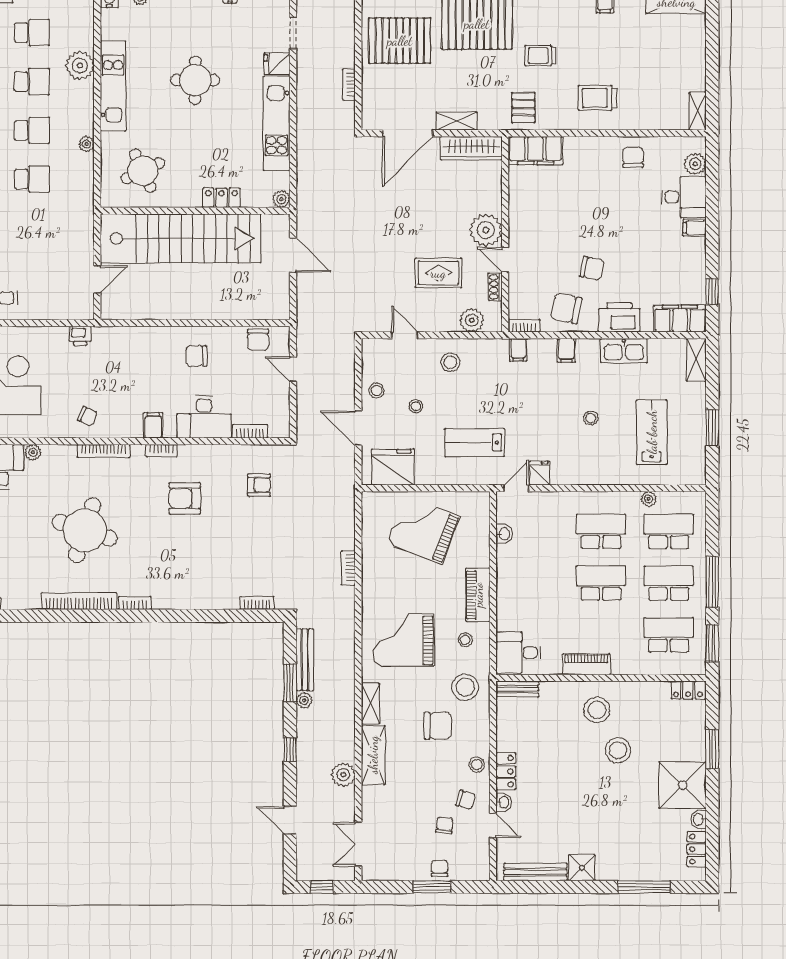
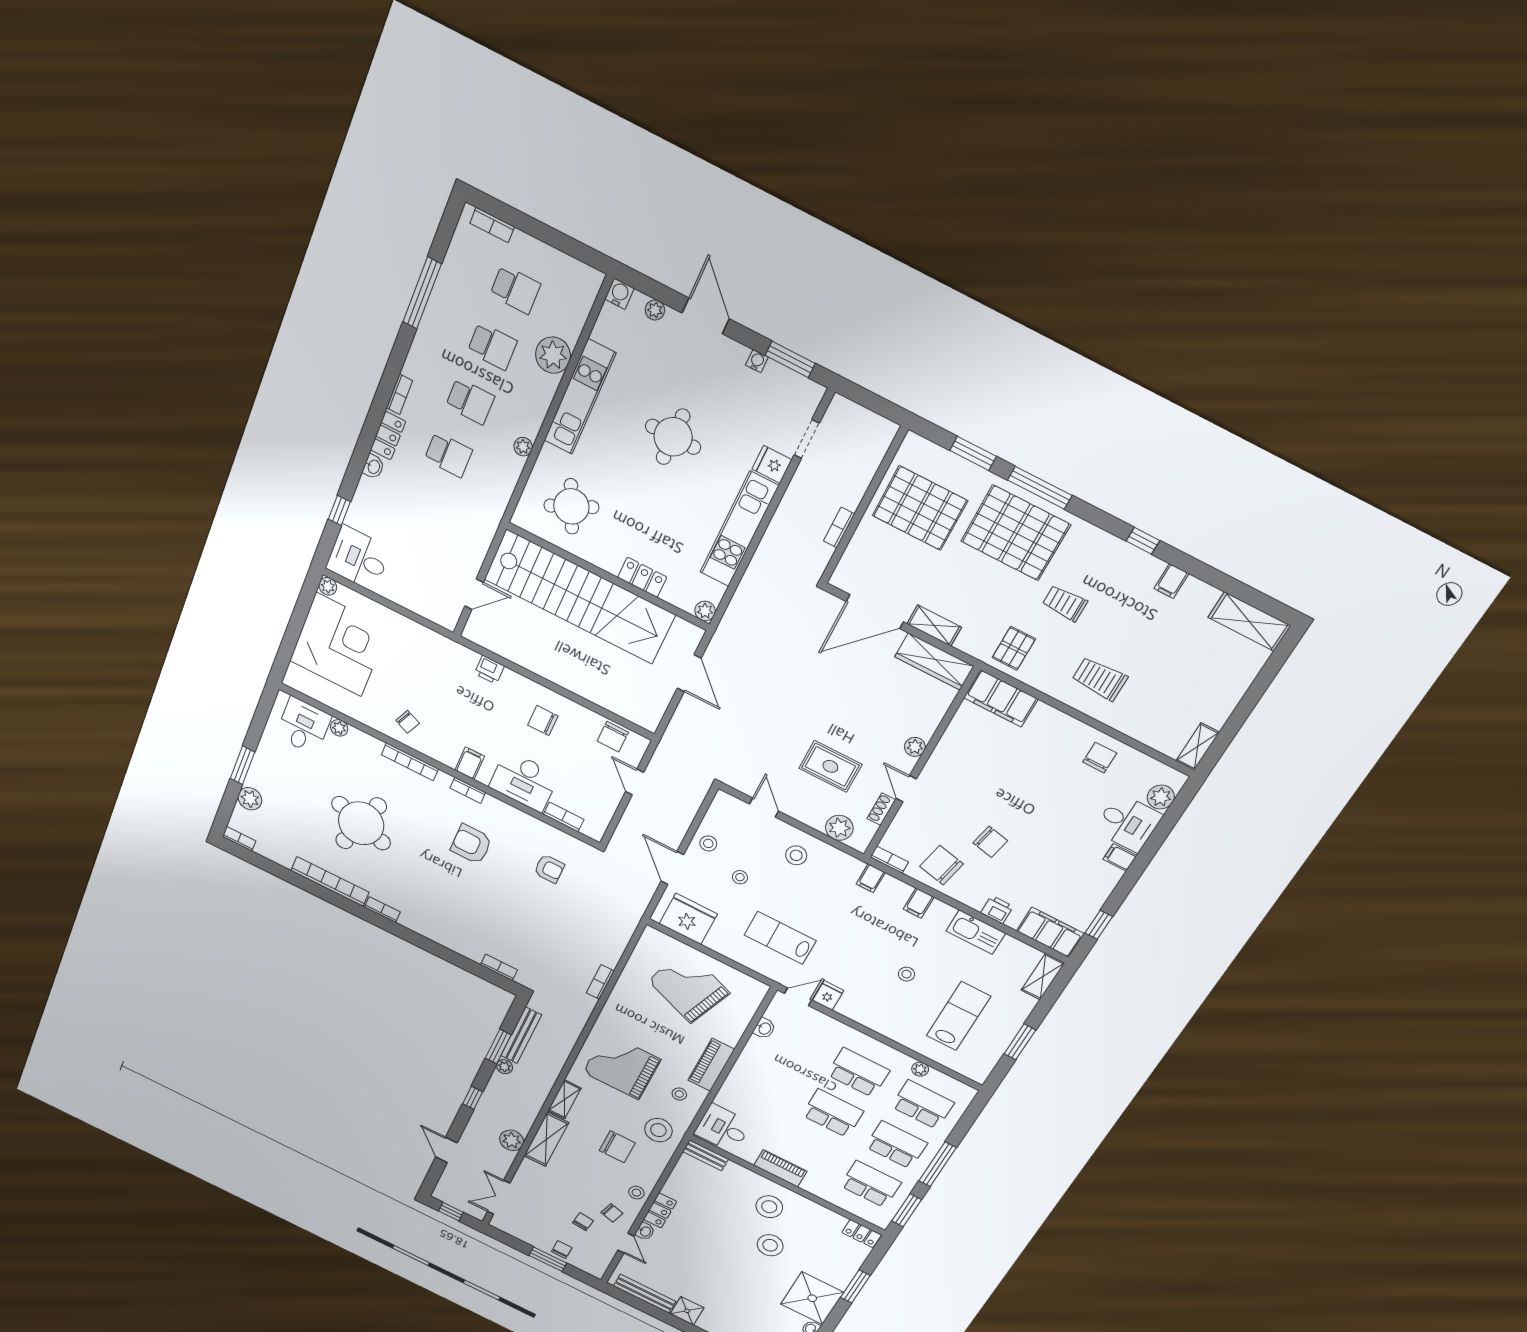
plant: (486, 230) -> (915, 747), width x0.53, depth x0.53
printer: (619, 317) -> (997, 910), width x0.53, depth x0.68
printer: (80, 336) -> (489, 670), moved

